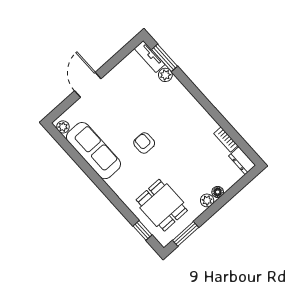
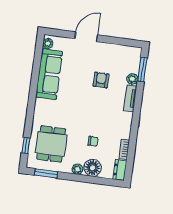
tv unit: (150, 56) -> (130, 98), moved
armchair: (144, 143) -> (101, 80), moved
chair: (193, 163) -> (93, 141), added
floor lamp: (218, 192) -> (93, 168), width x1.89, depth x1.89

